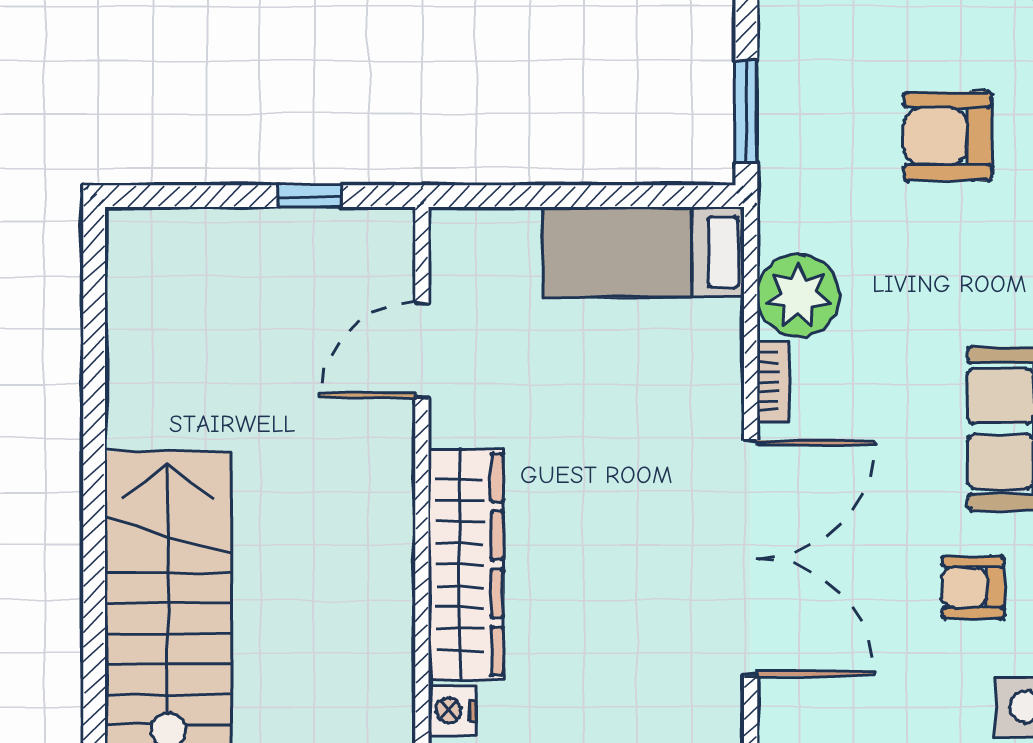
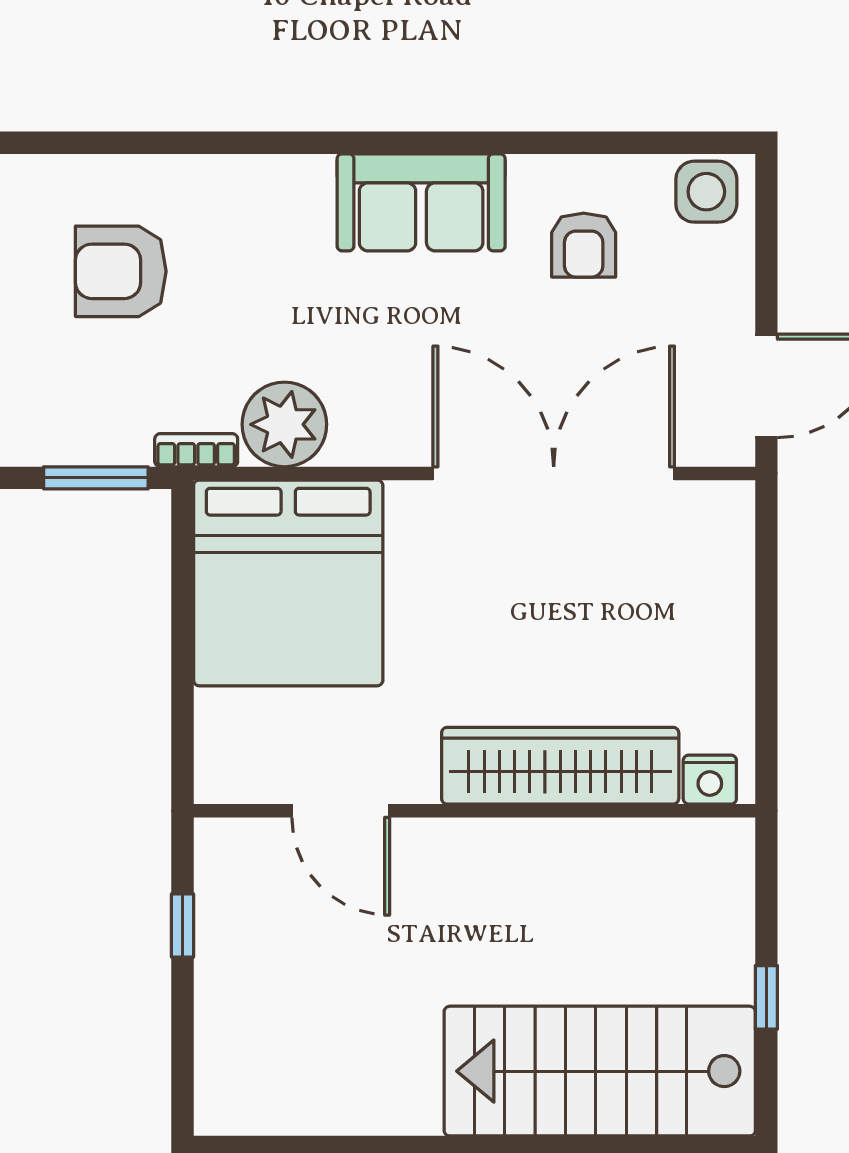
armchair: (948, 136) -> (121, 271), turned 90
bed: (644, 252) -> (288, 583), width x2.04
bookcase: (773, 382) -> (196, 450), moved

